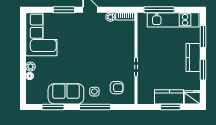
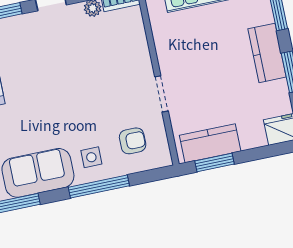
kitchen counter: (169, 97) -> (210, 143), moved
window: (170, 107) -> (215, 163), moved

